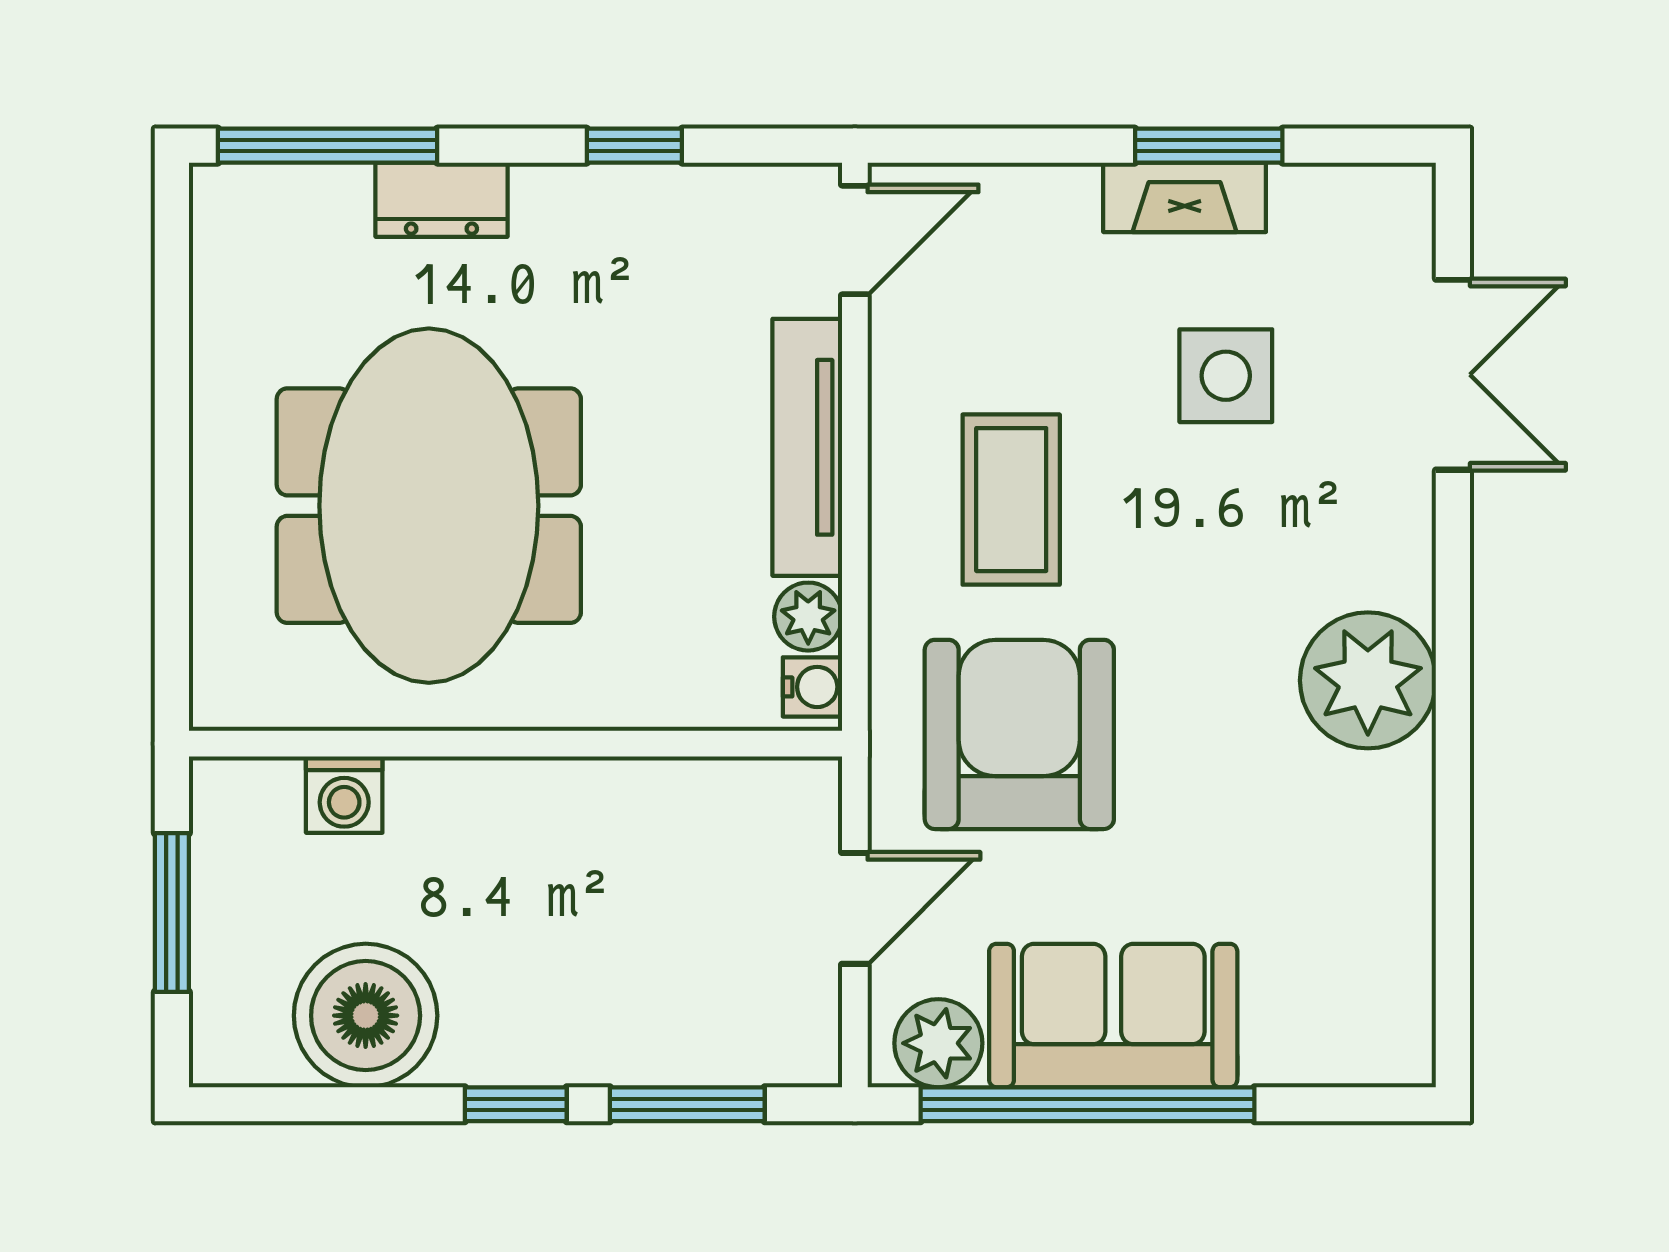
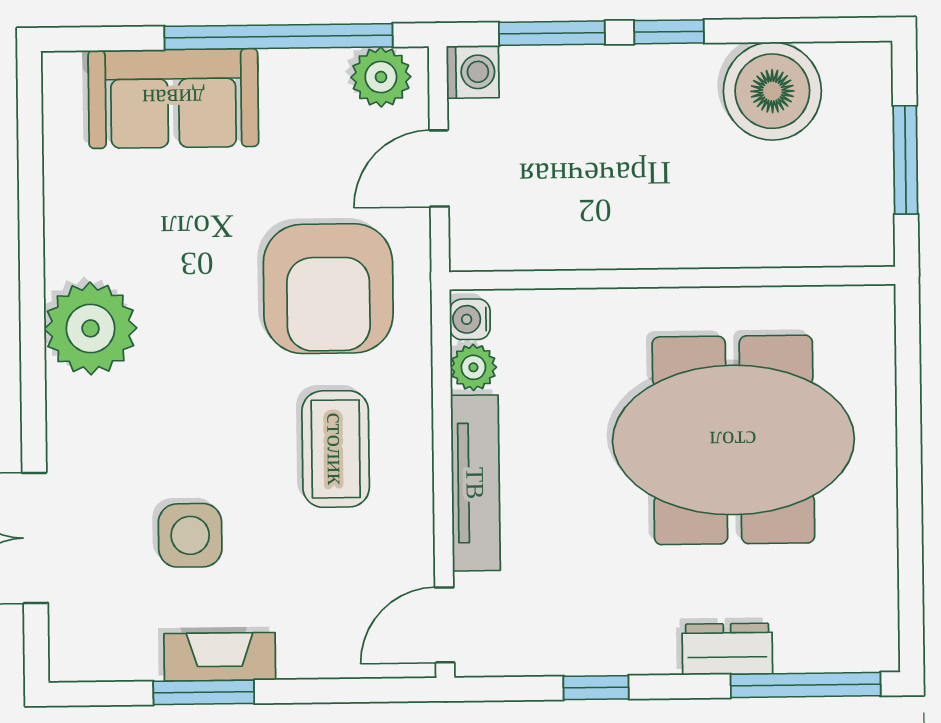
meeting table: (429, 506) -> (733, 440), turned 90
washing machine: (344, 795) -> (473, 72), moved, turned 90
sofa: (1113, 1016) -> (173, 98), moved

